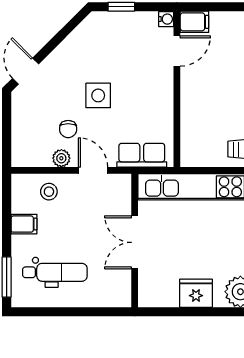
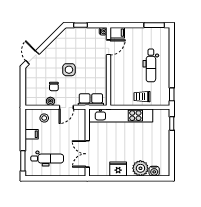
door: (93, 170) -> (66, 107), swing flipped
double door: (135, 242) -> (87, 154), moved

